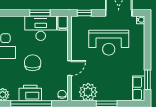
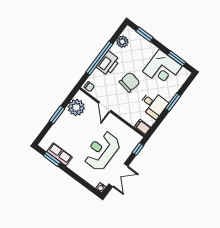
window: (40, 13) -> (173, 102), moved
desk: (41, 28) -> (153, 104), width x0.73
chair: (33, 63) -> (129, 82), turned -79
row of seats: (139, 88) -> (59, 154), moved

